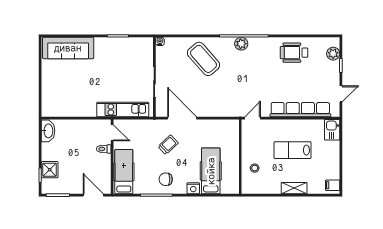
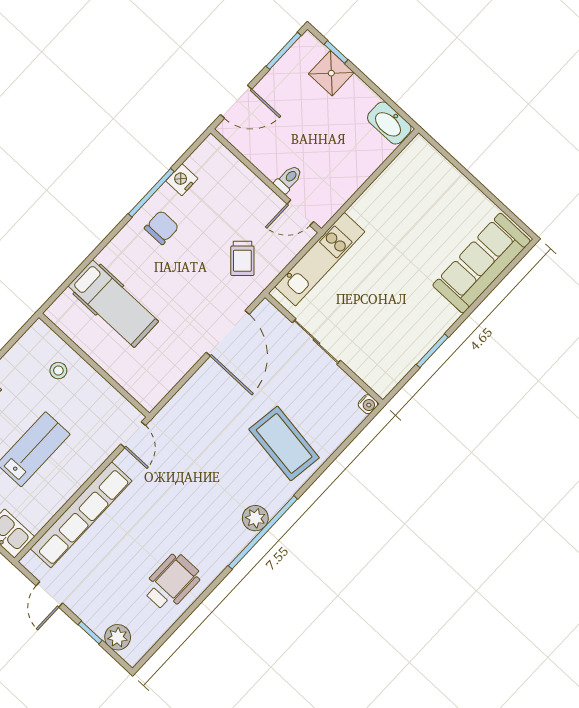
coffee table: (204, 59) -> (284, 443), turned 49
door: (182, 118) -> (228, 333), hinge flipped
trolley: (168, 145) -> (242, 258), moved
hospital bed: (124, 172) -> (229, 177), removed
nightstand: (193, 188) -> (182, 180), moved

